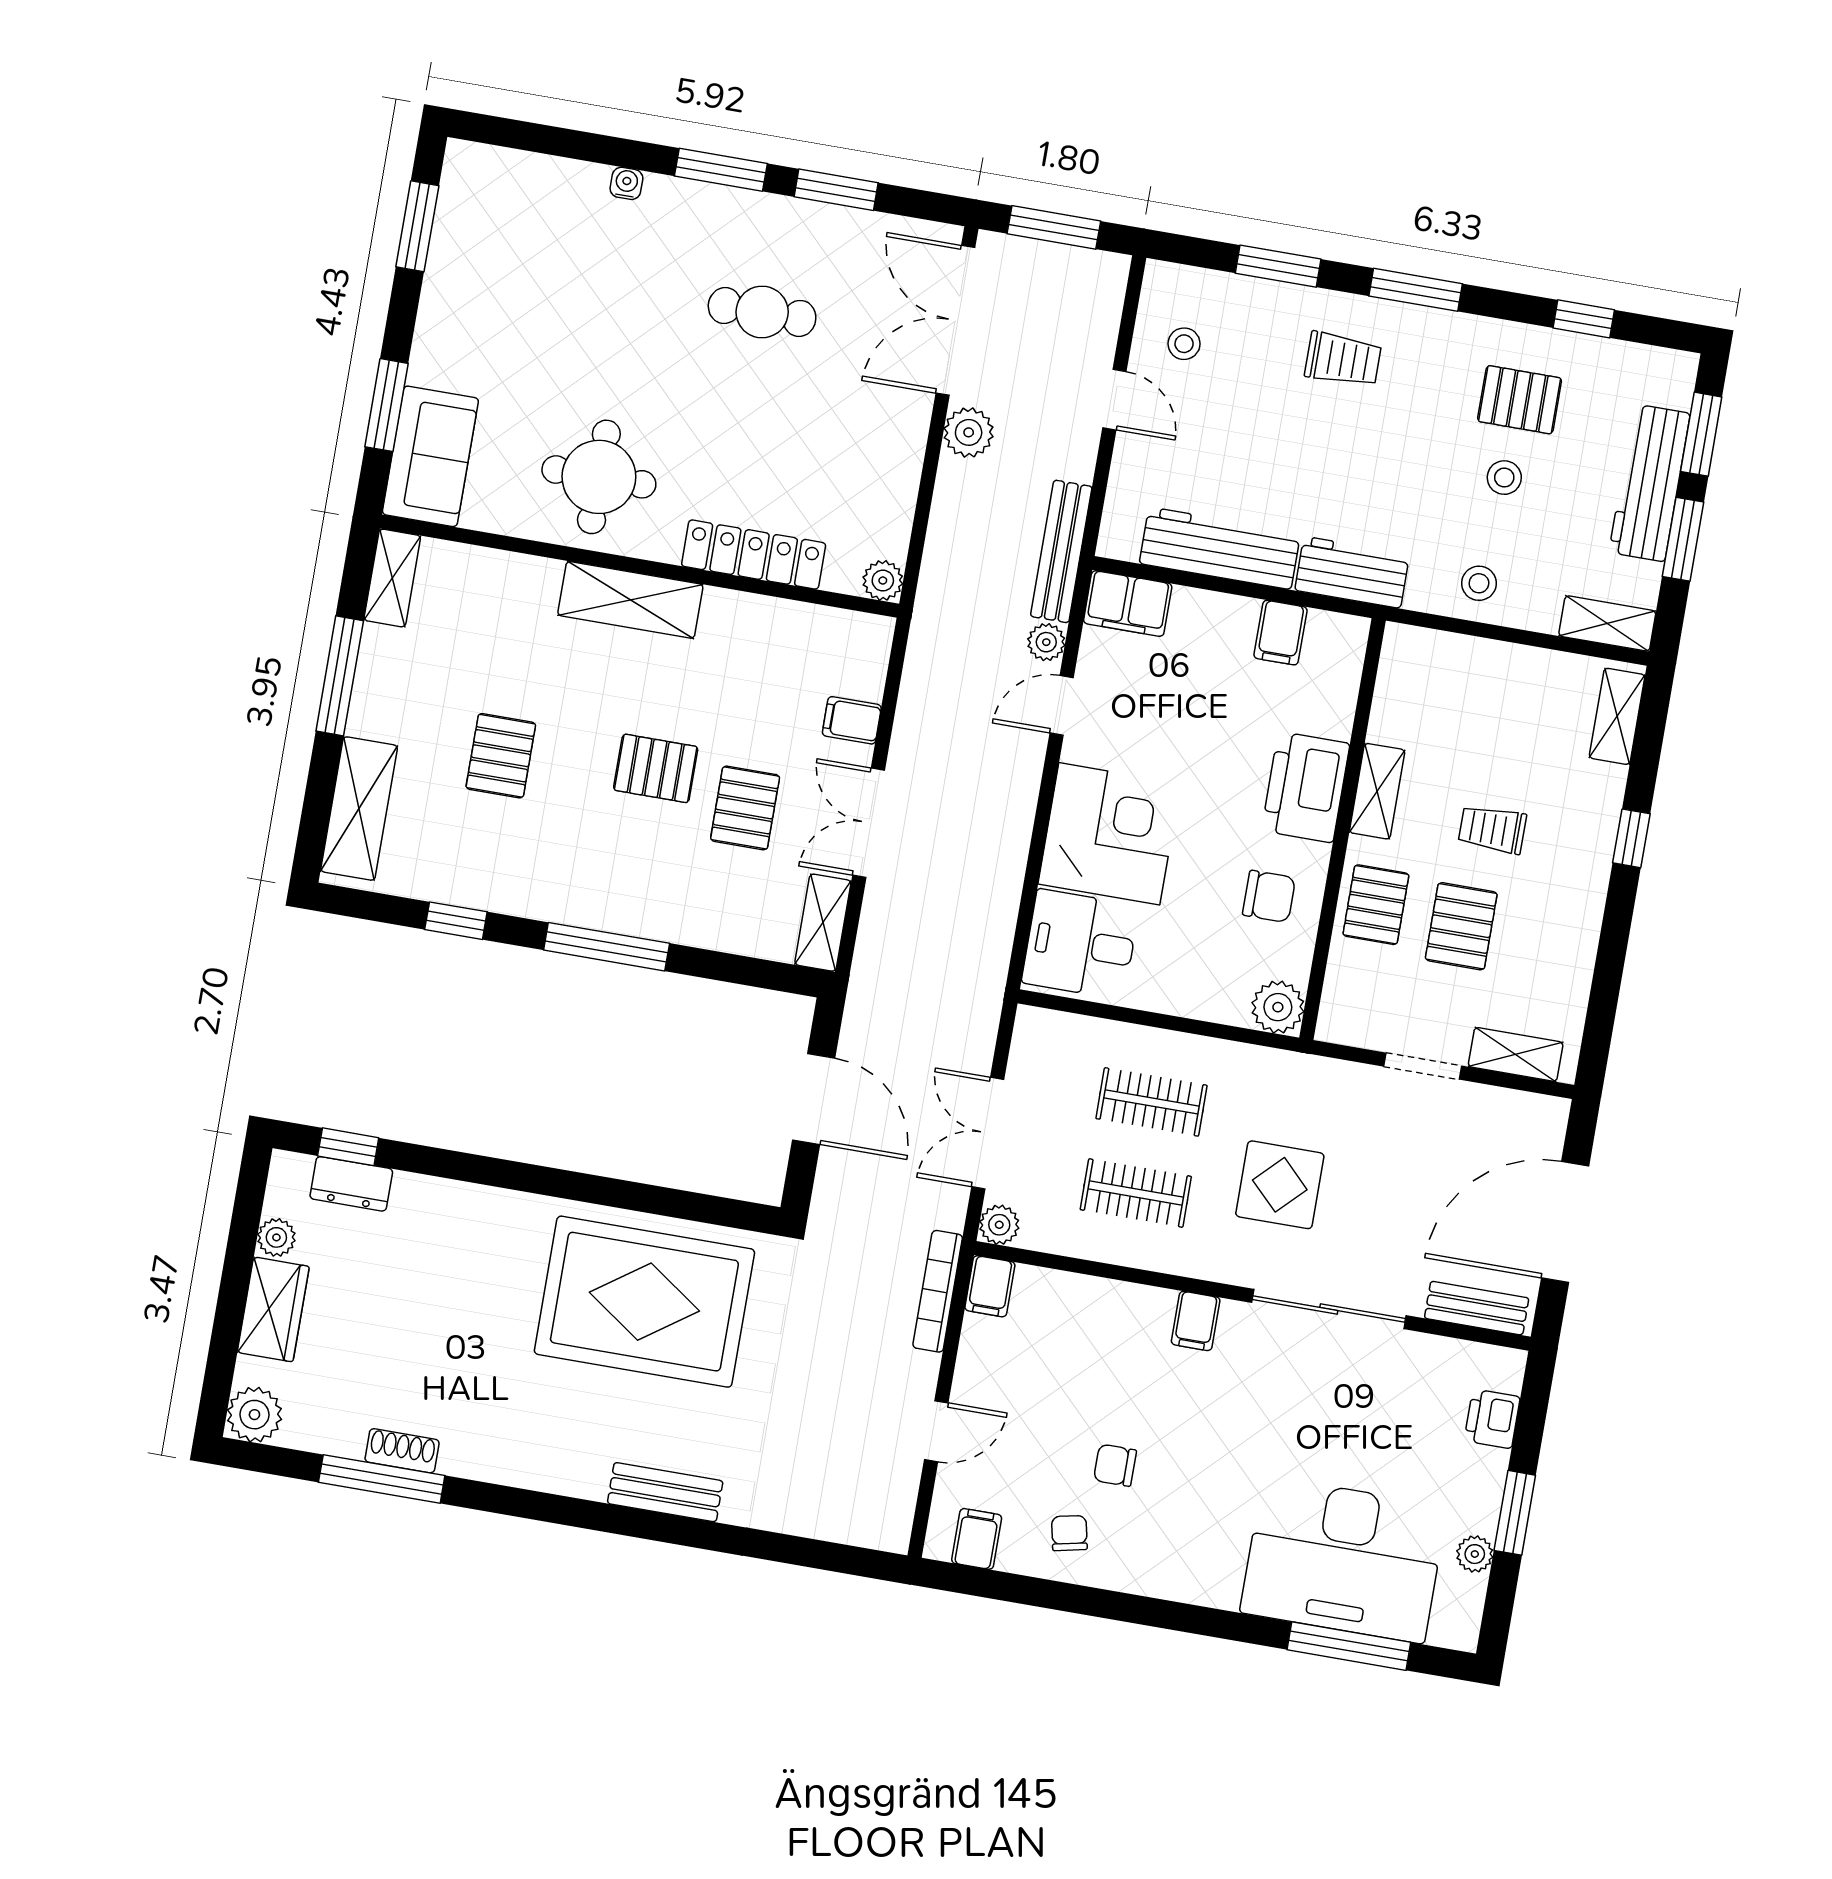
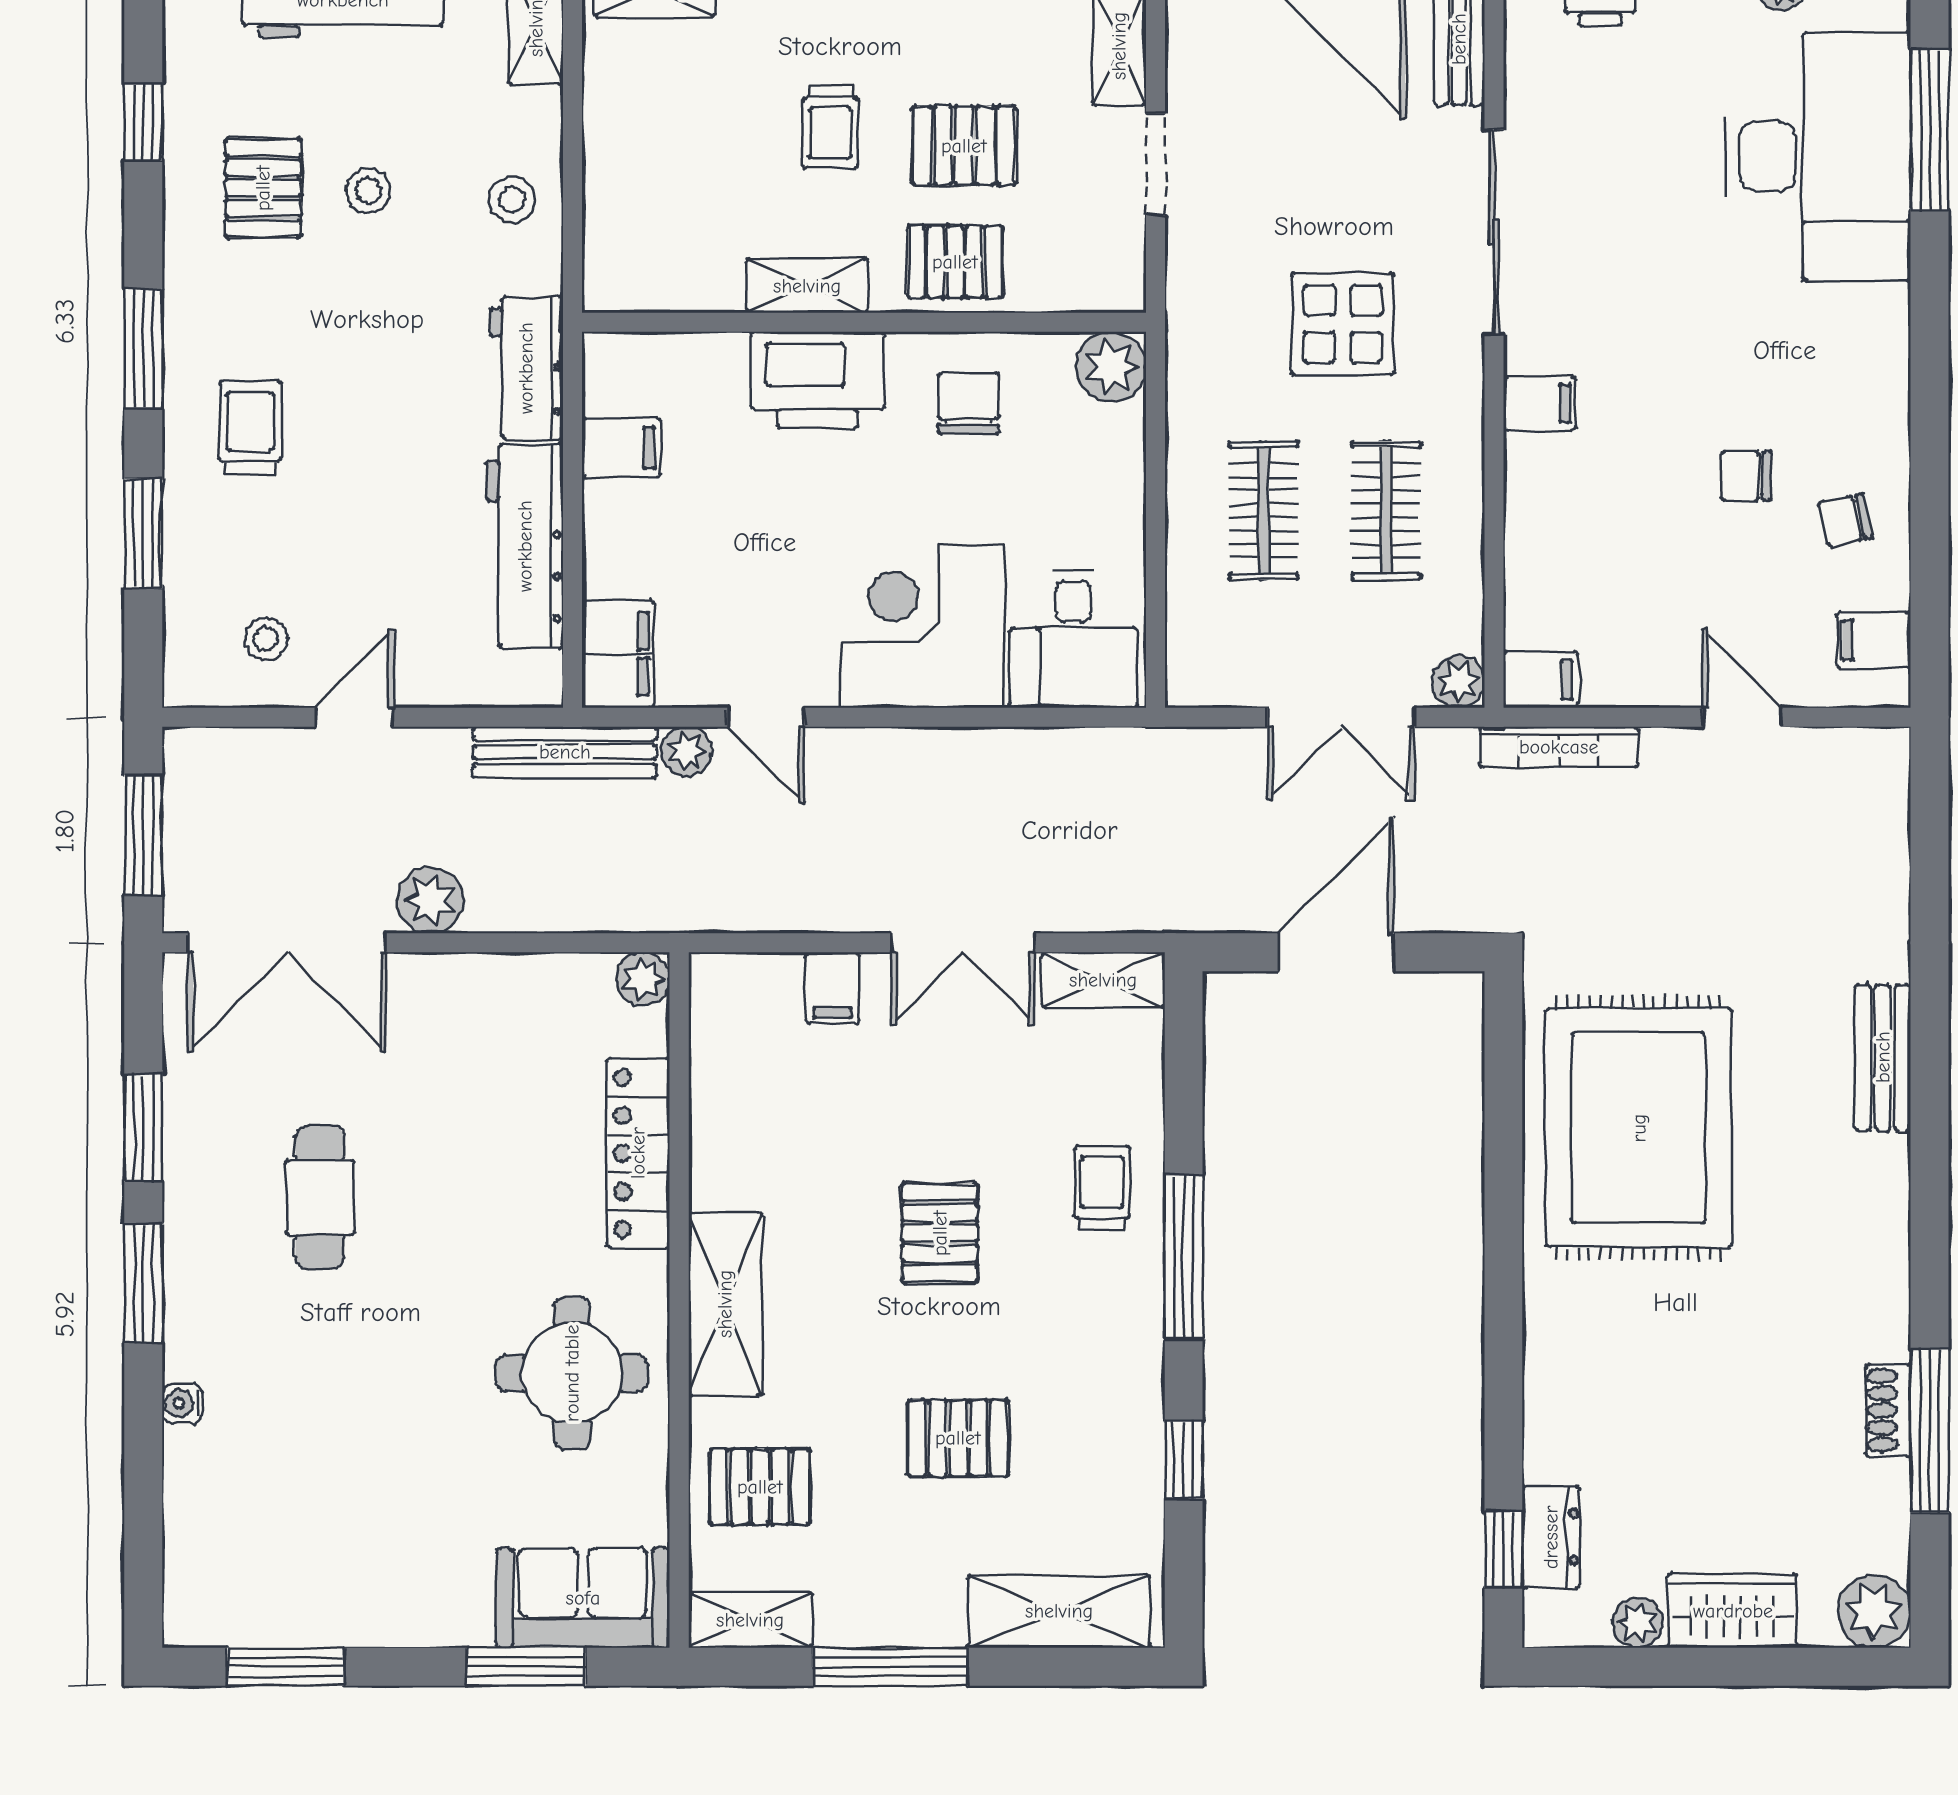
pallet: (745, 808) -> (760, 1487), moved
trolley: (668, 895) -> (1102, 1188), added
chair: (1115, 1465) -> (1746, 476), turned 90

